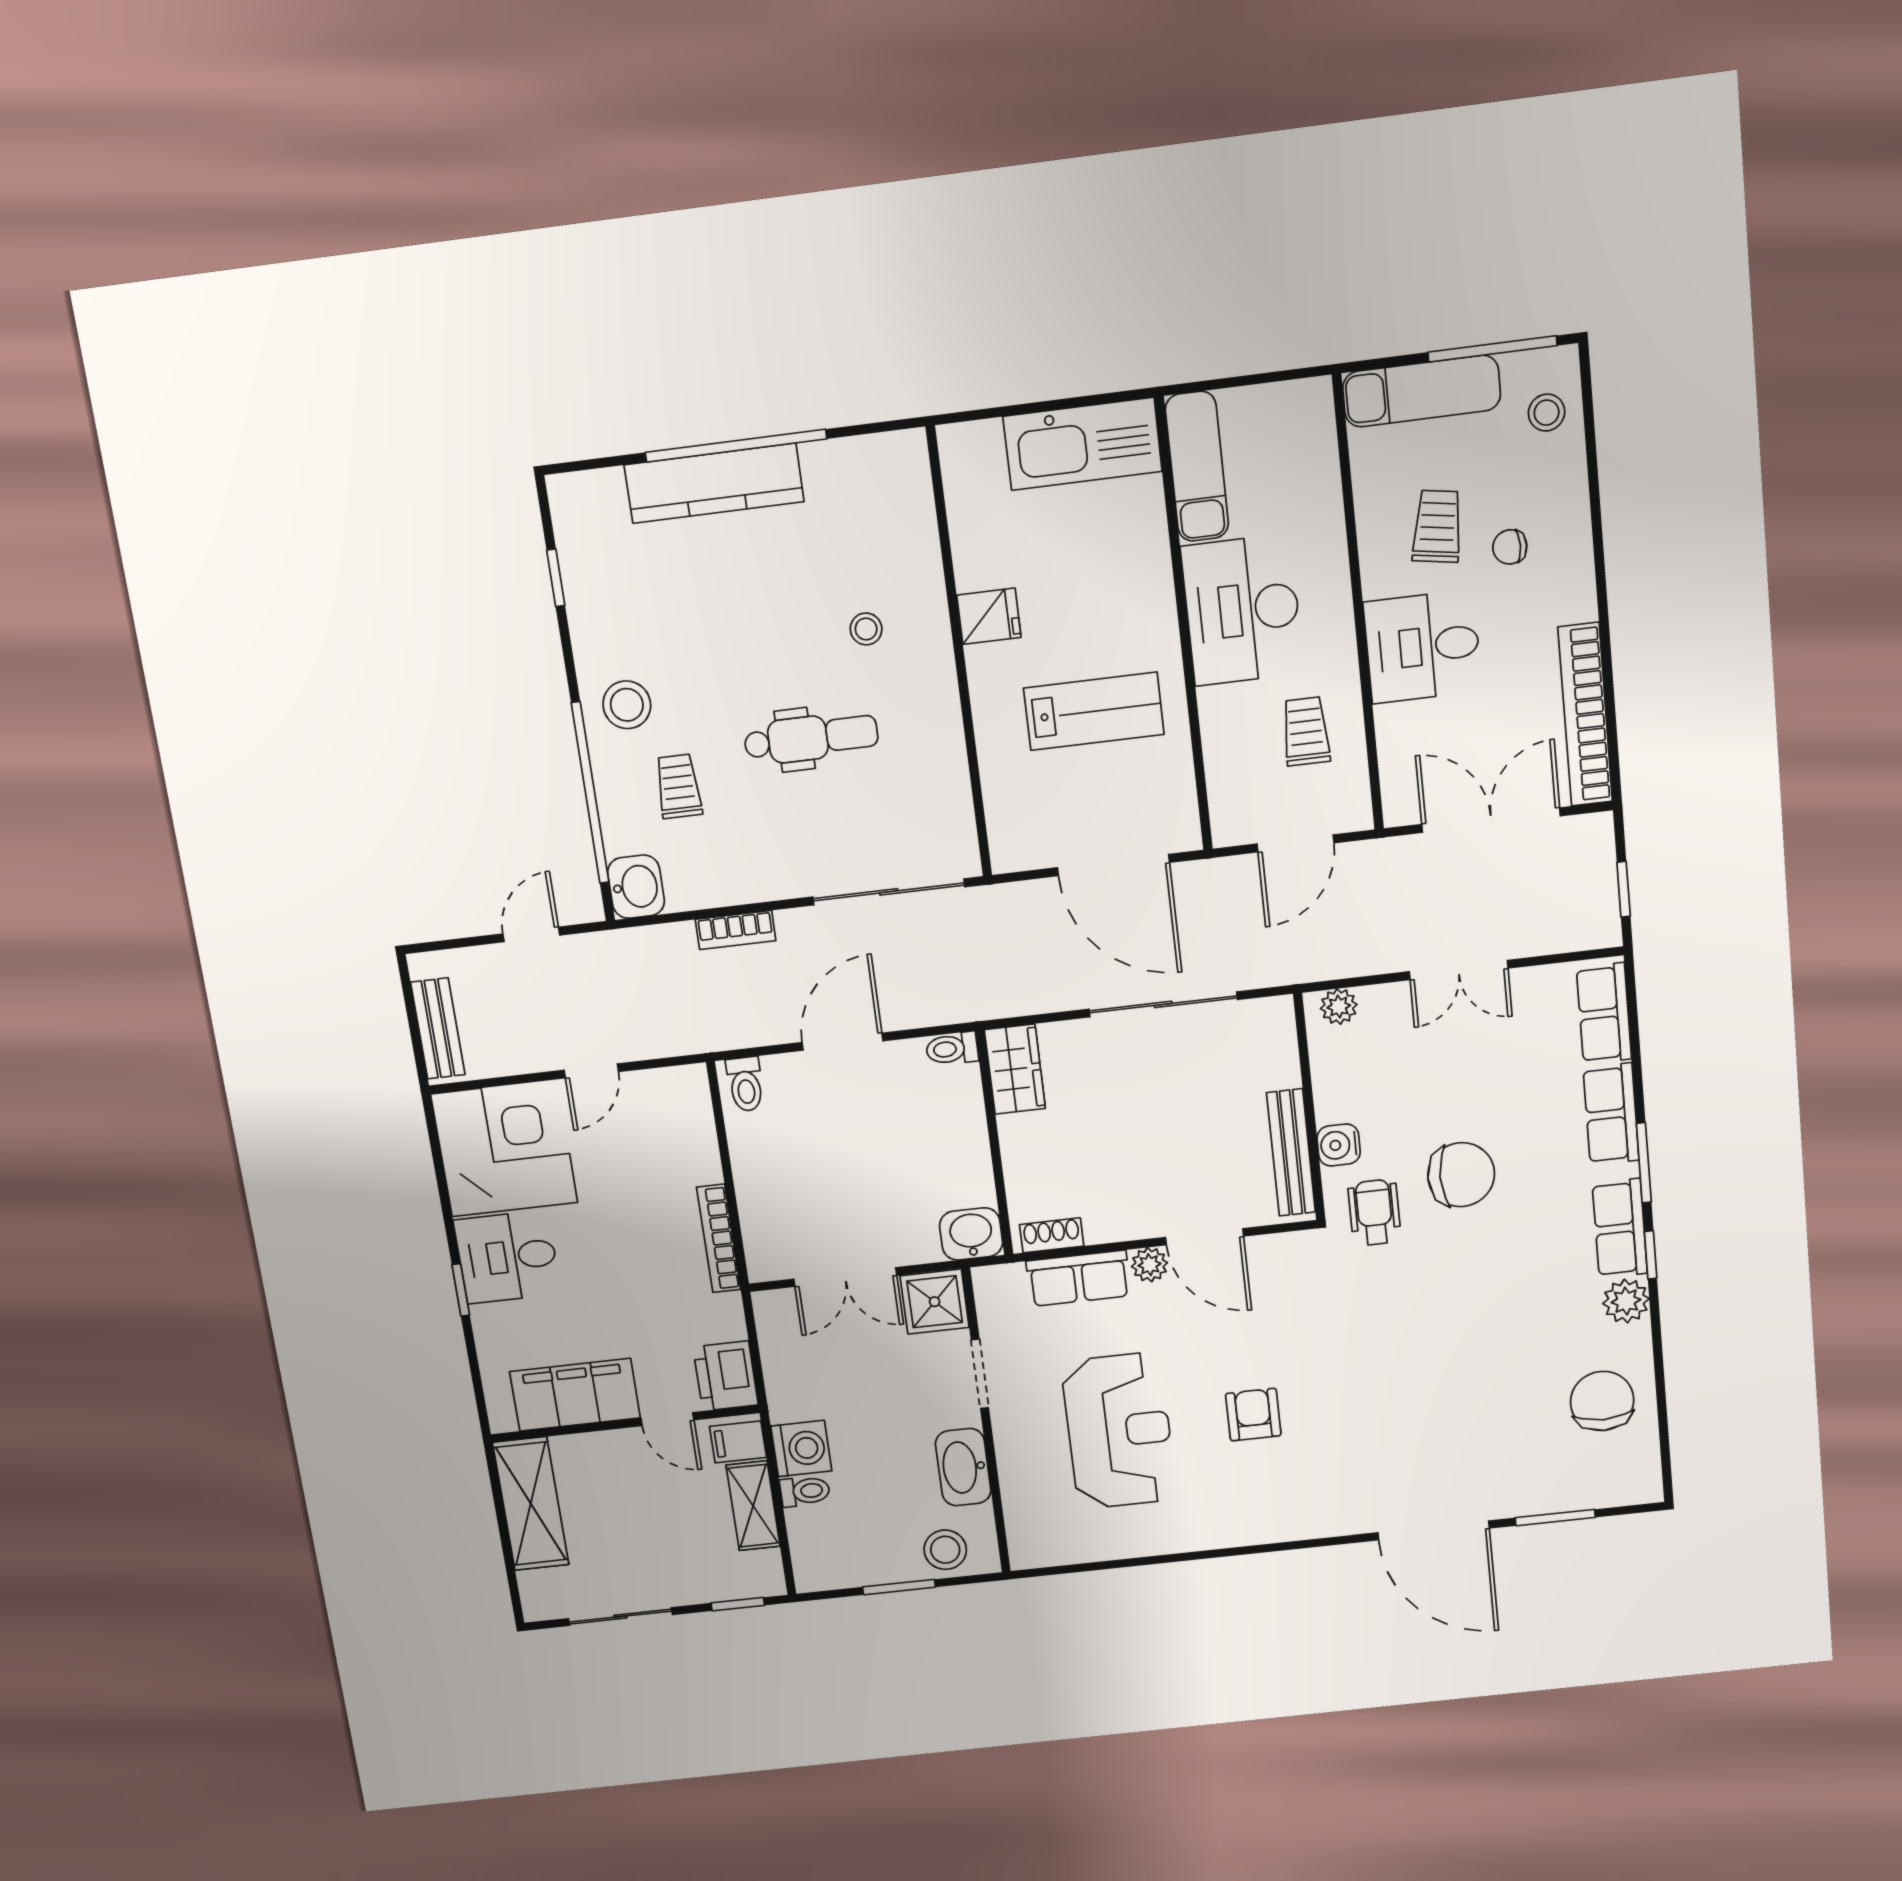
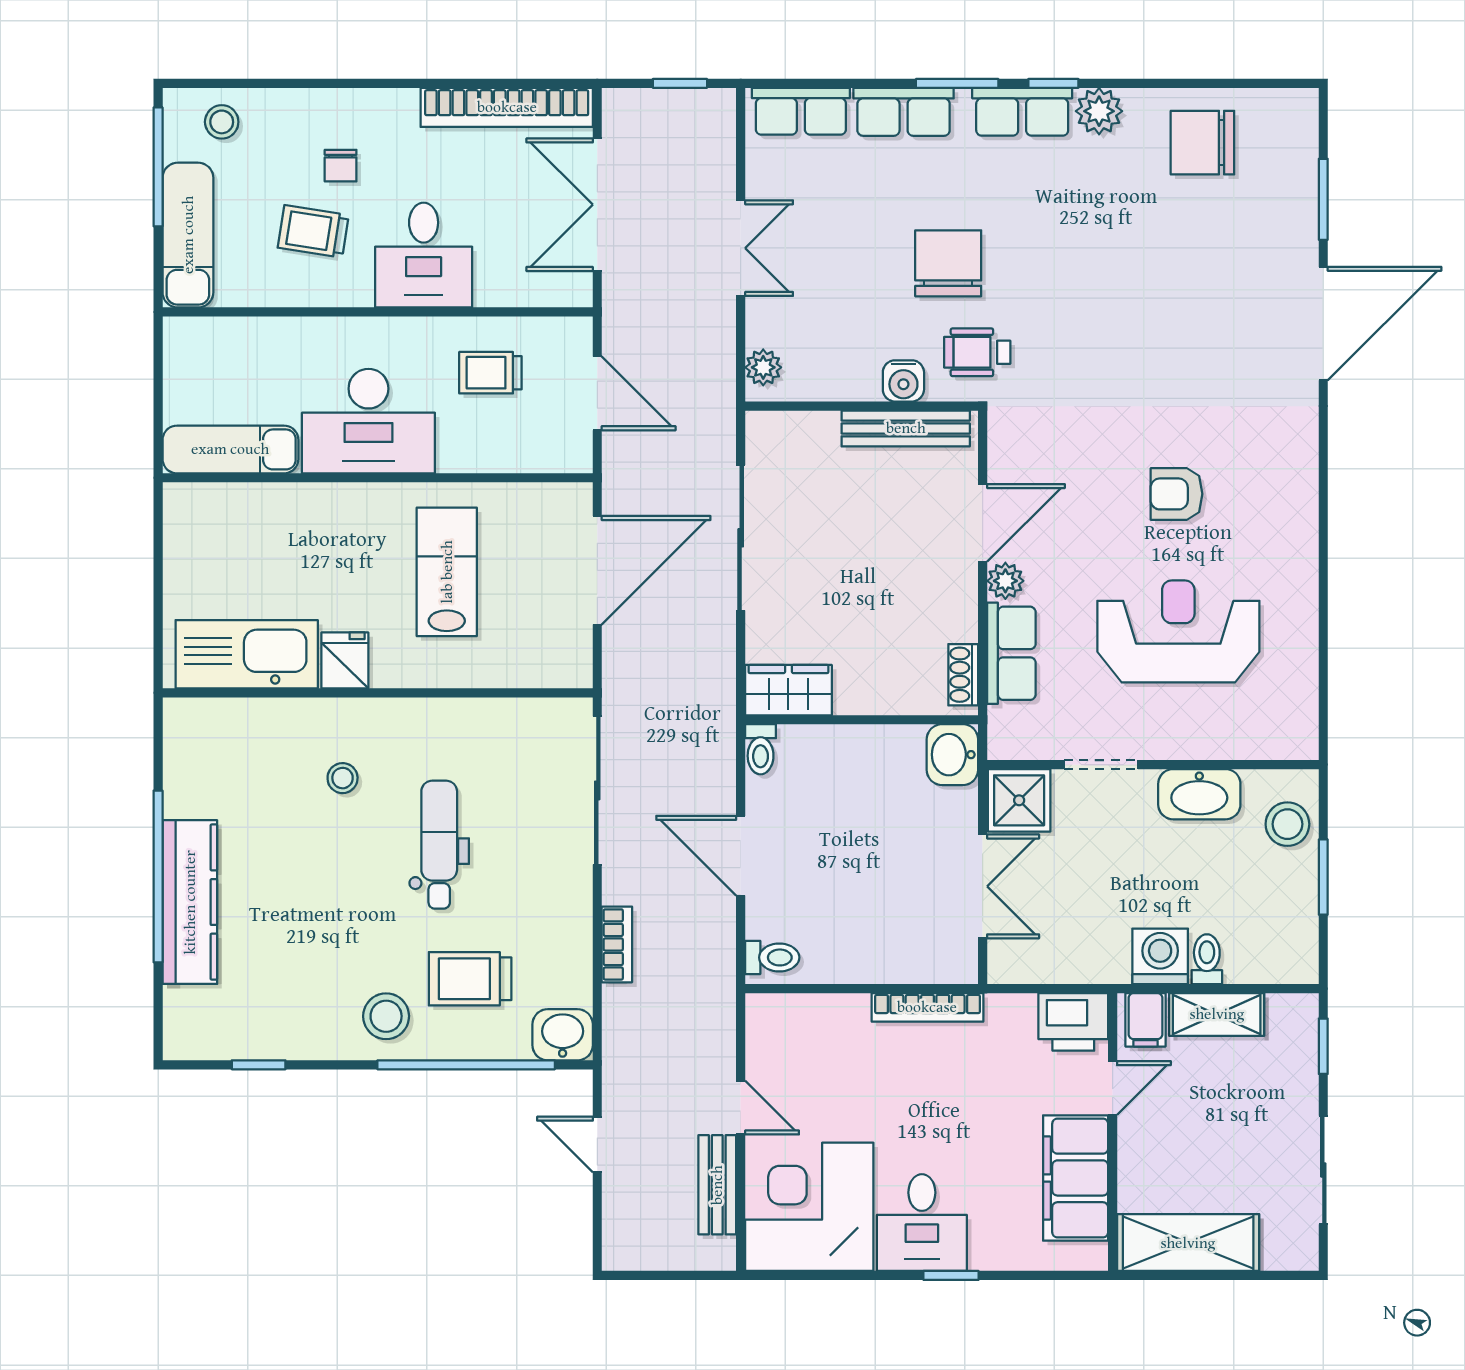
kitchen sink: (1083, 444) -> (247, 654), moved, turned -90
trolley: (678, 786) -> (470, 979), width x1.36, depth x1.39
bench: (438, 1028) -> (717, 1185), moved, turned 90

